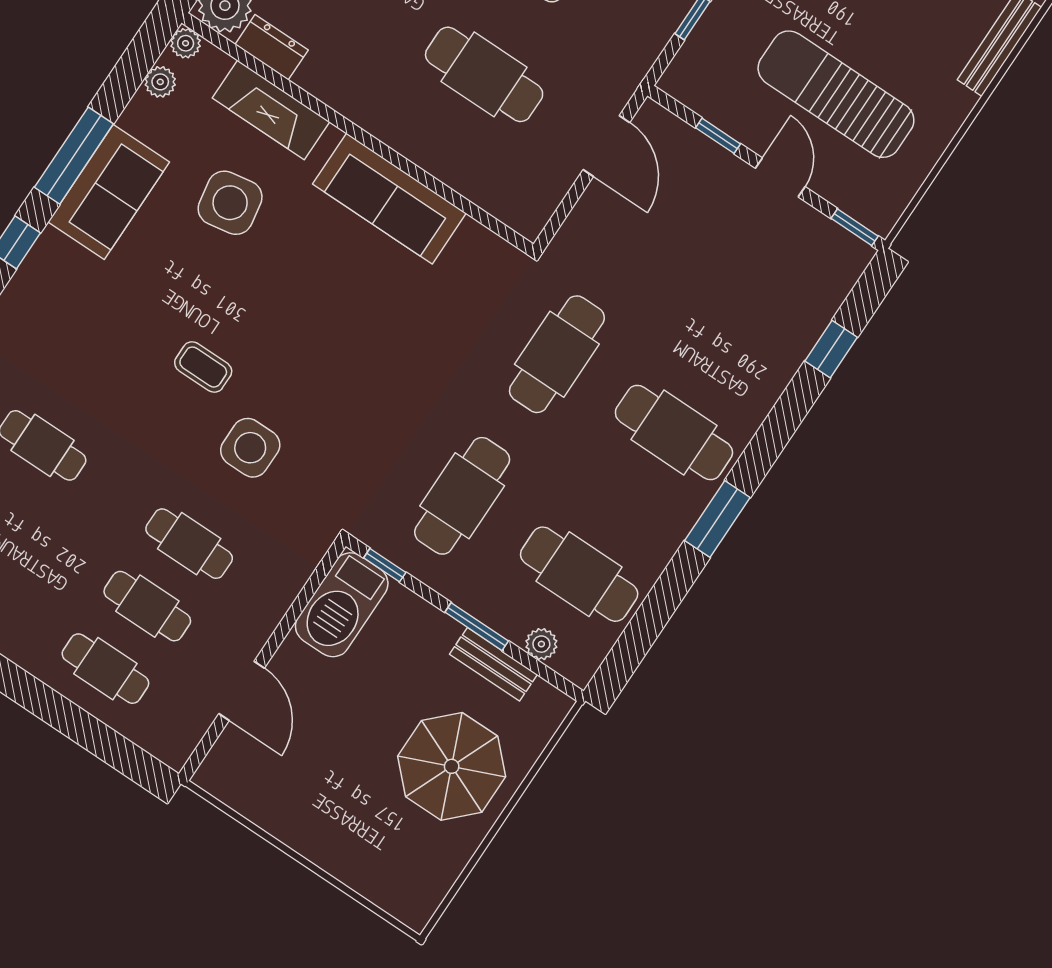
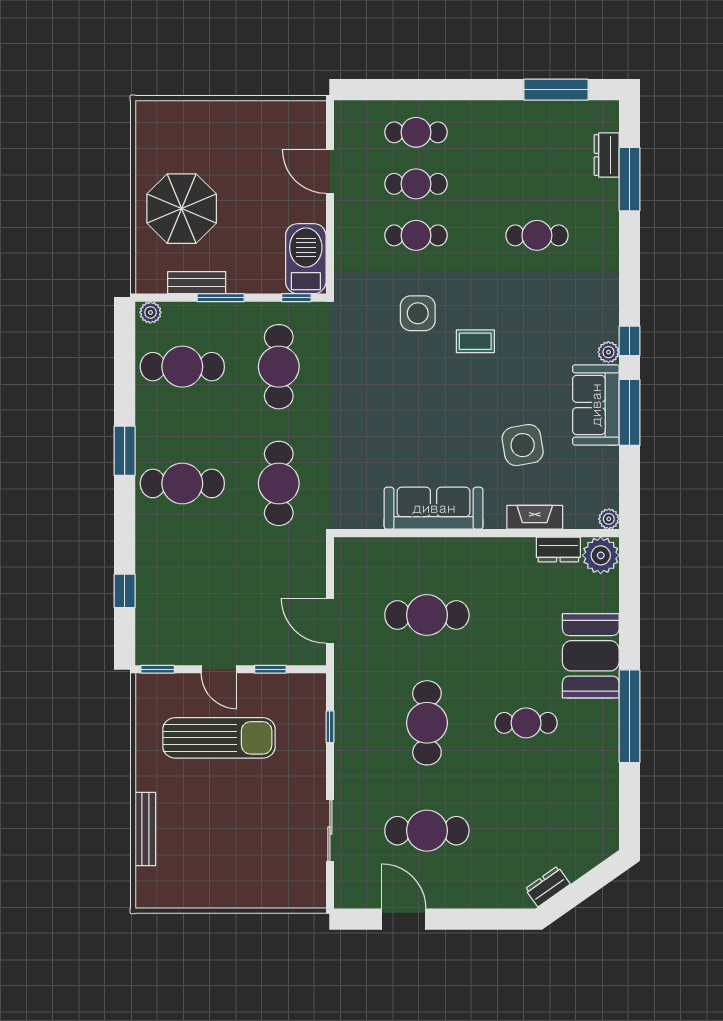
plant: (160, 82) -> (608, 352), moved
fireplace: (271, 110) -> (535, 517), width x0.73, depth x0.76
plant: (541, 644) -> (150, 312), moved

